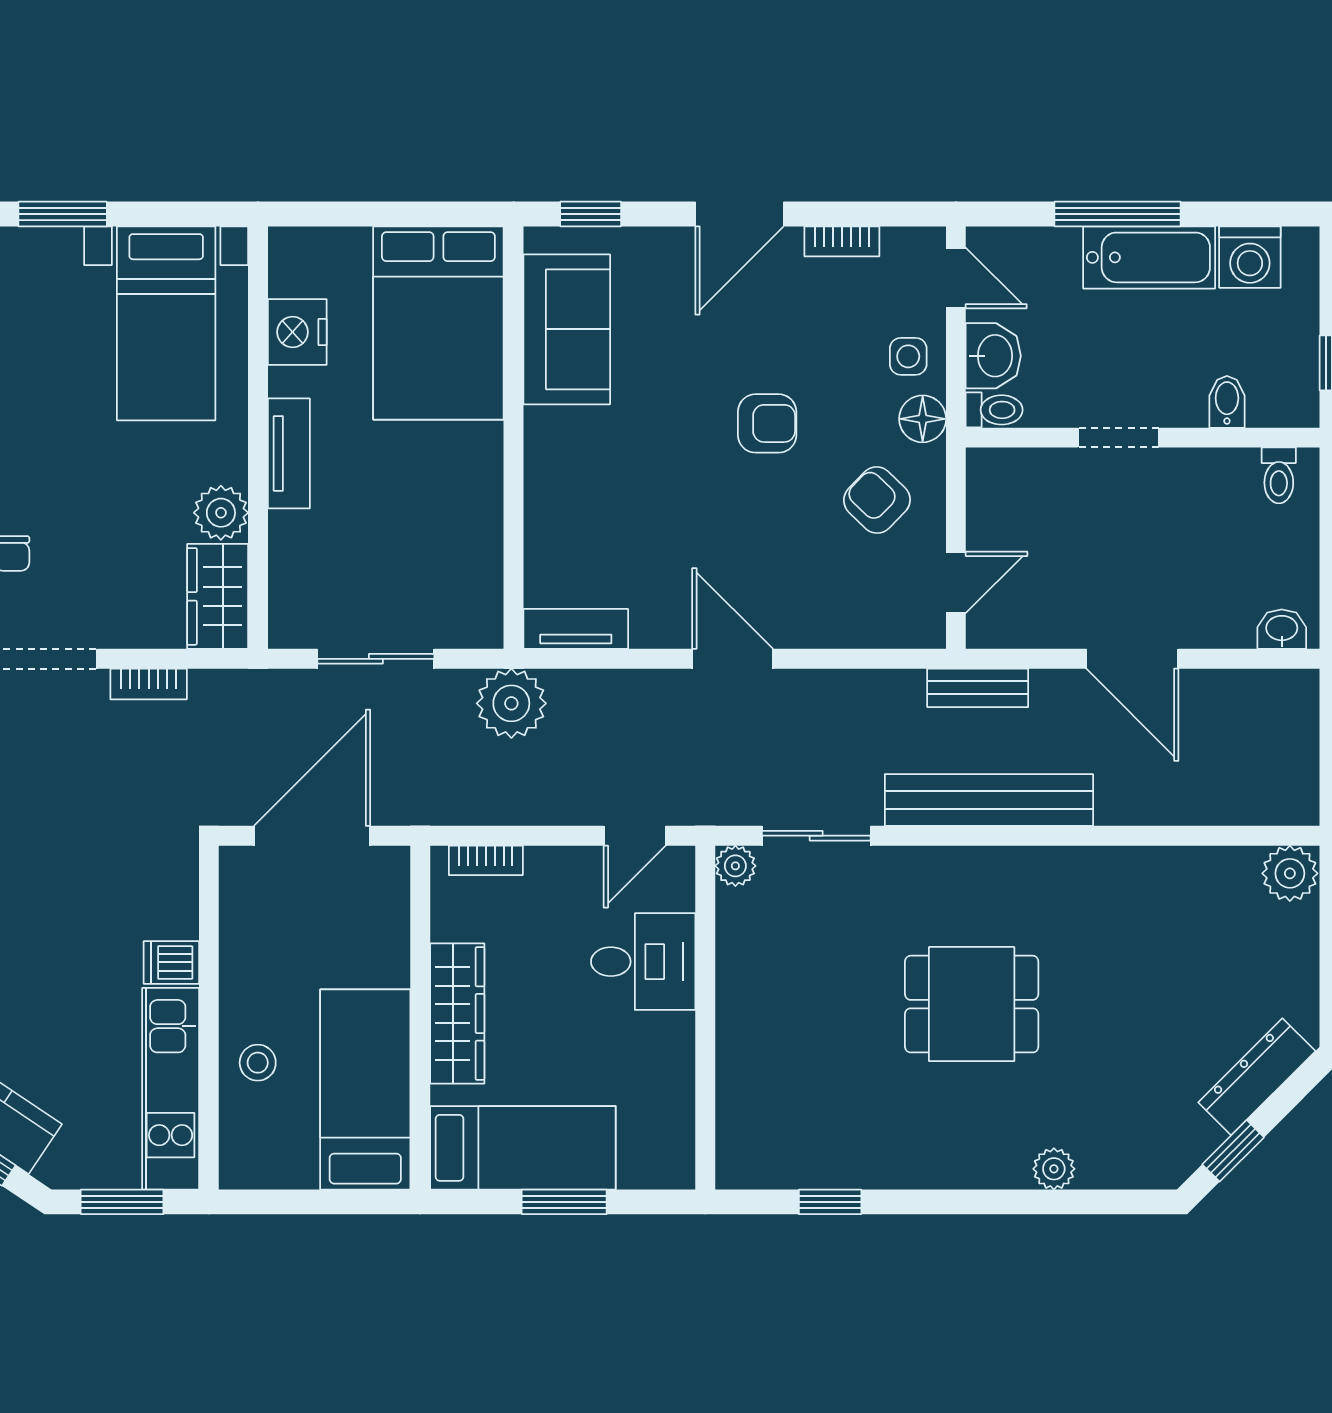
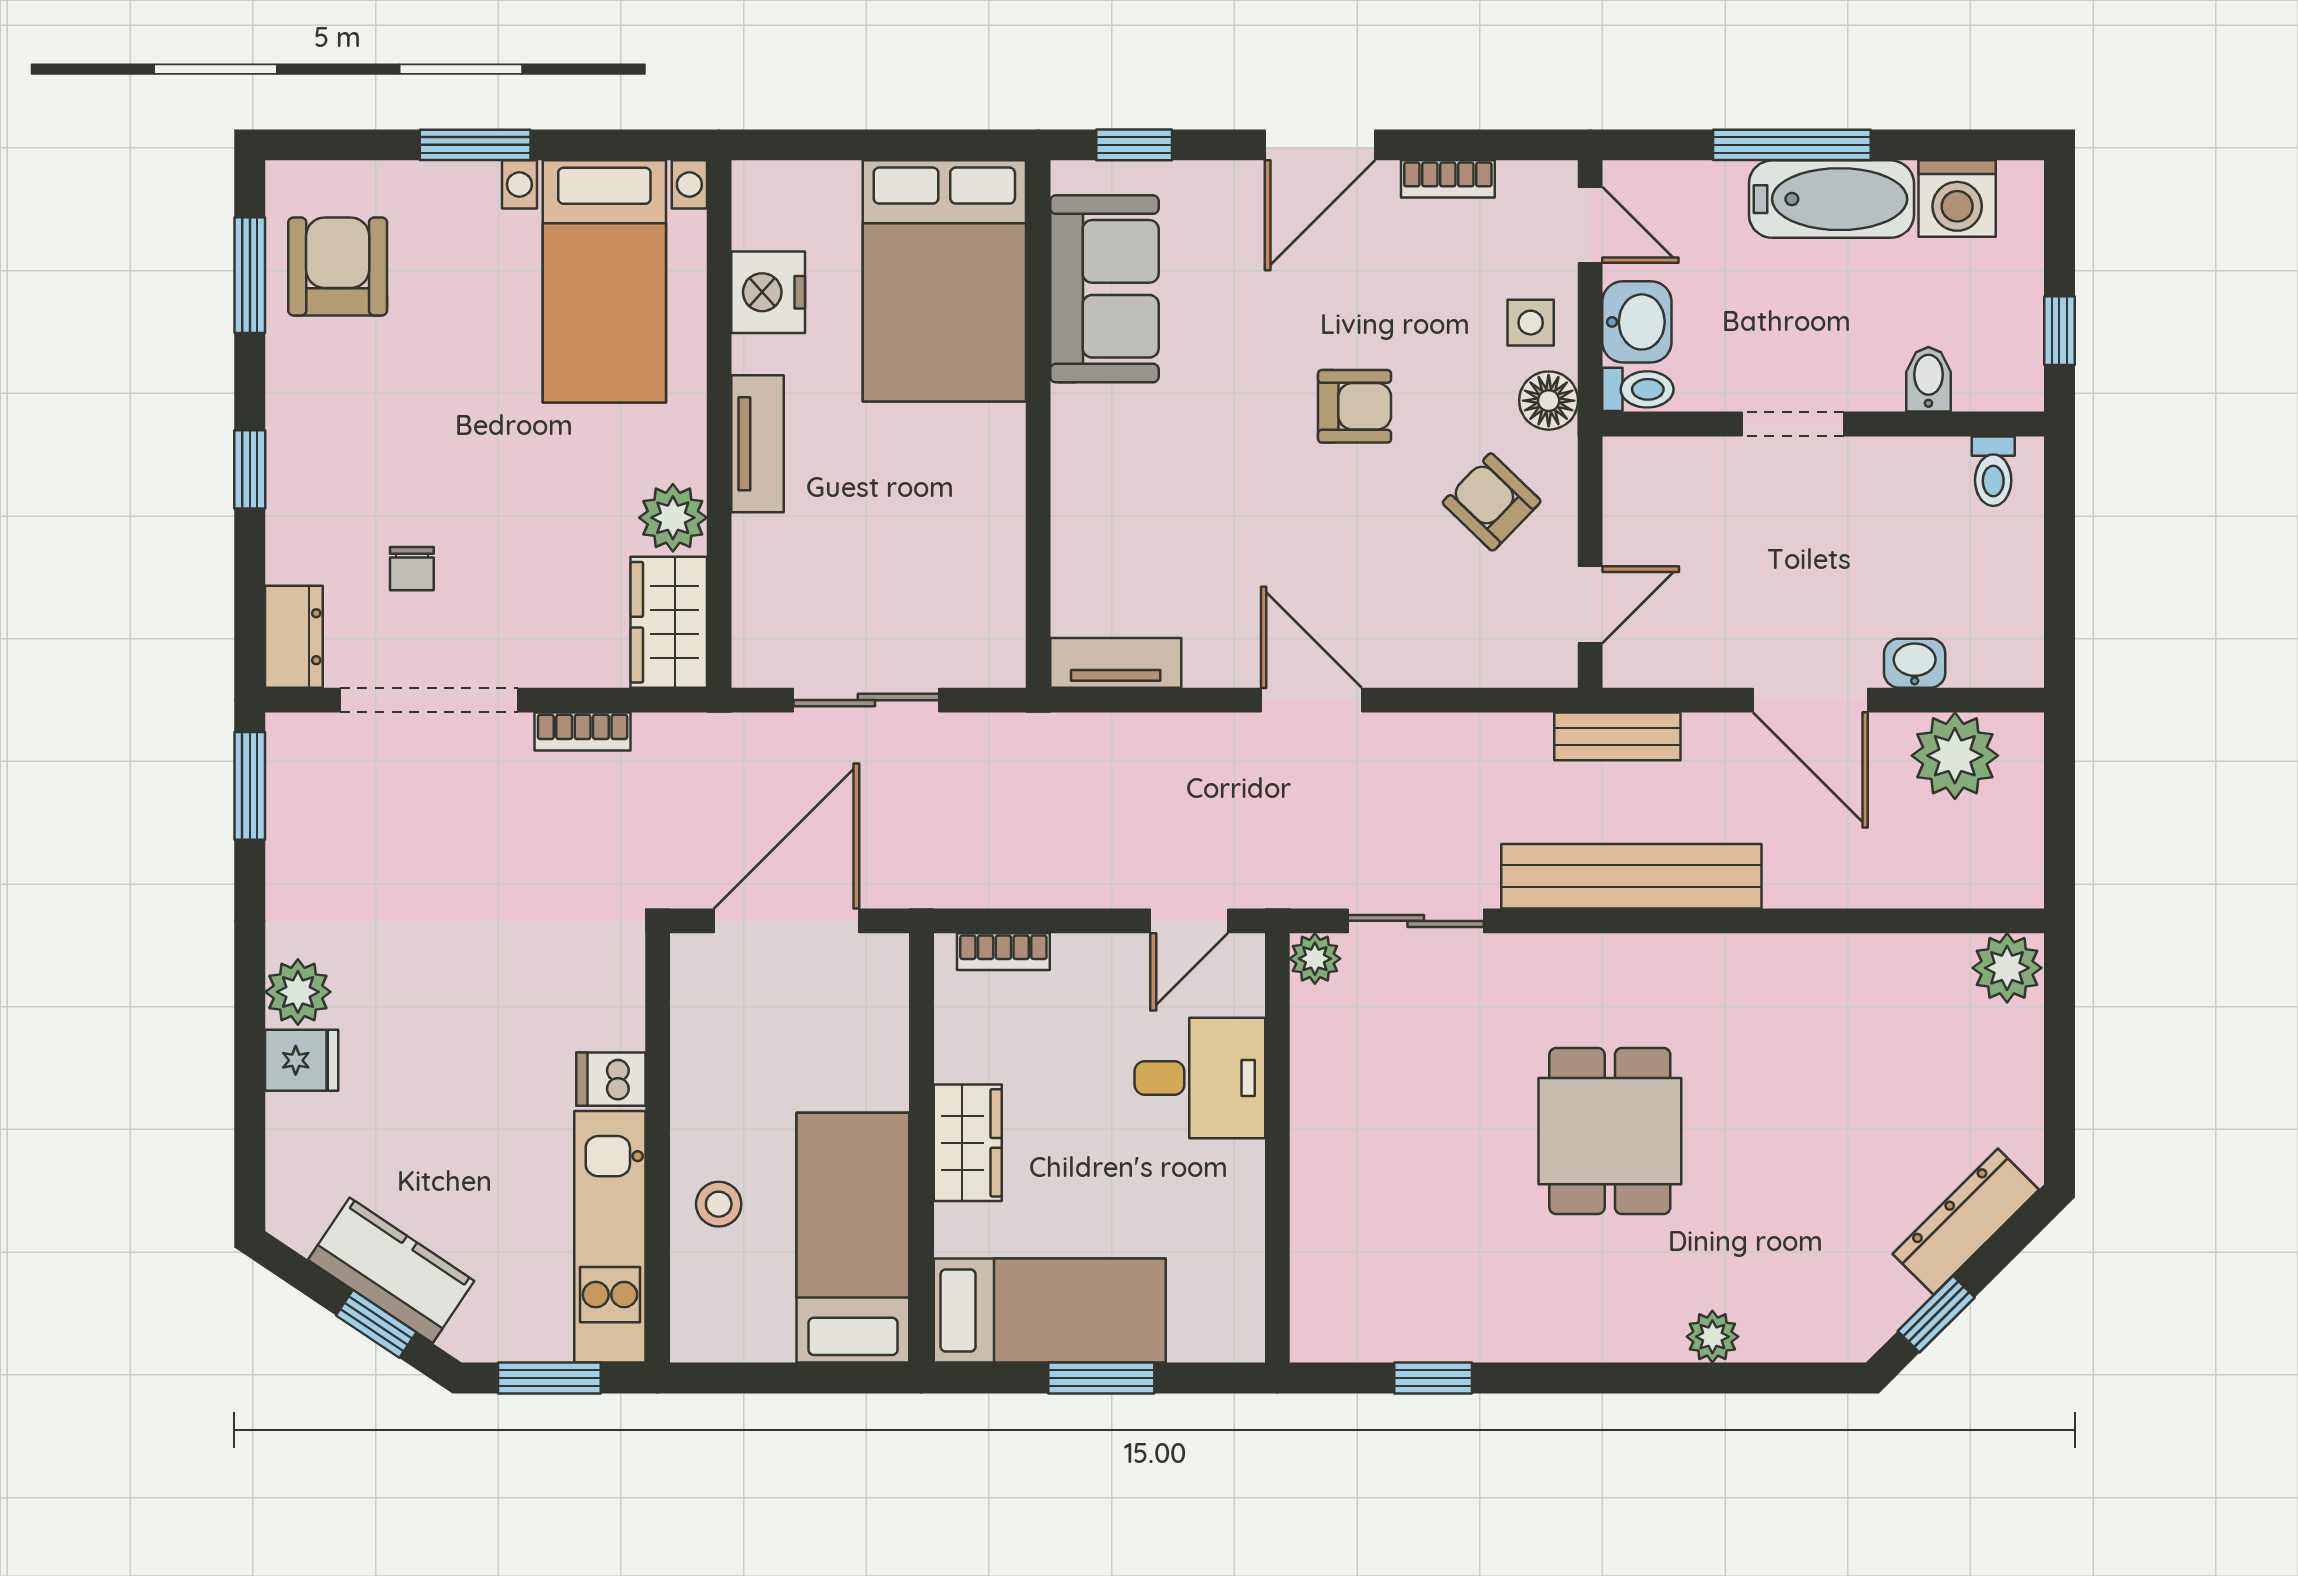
washbasin: (1282, 629) -> (1915, 663), moved
plant: (511, 703) -> (1955, 756), moved
dining table: (972, 1004) -> (1610, 1131), turned 90
wardrobe: (457, 1014) -> (968, 1143), width x0.67

